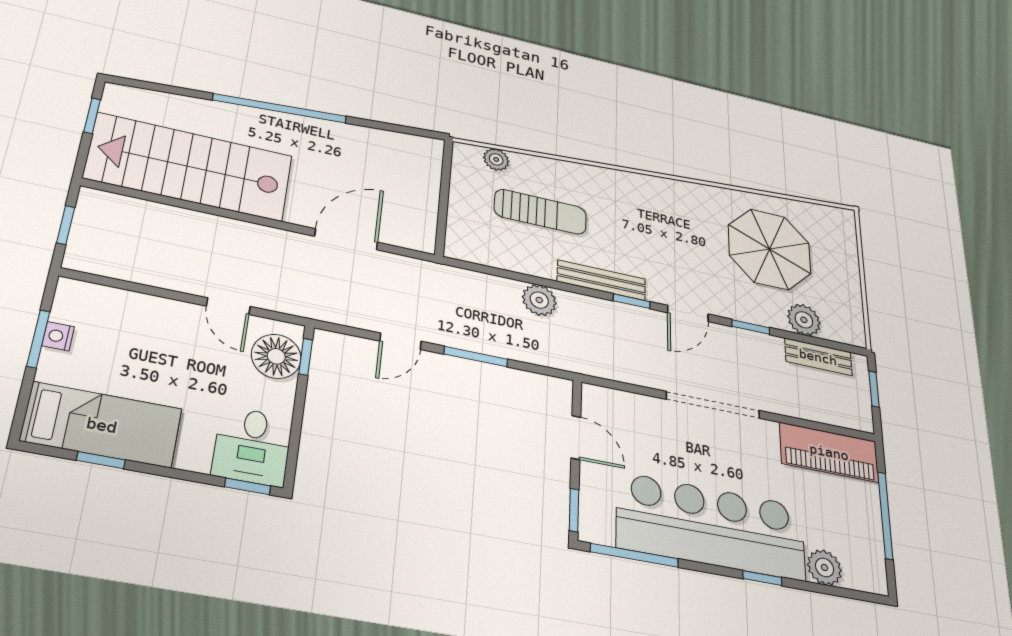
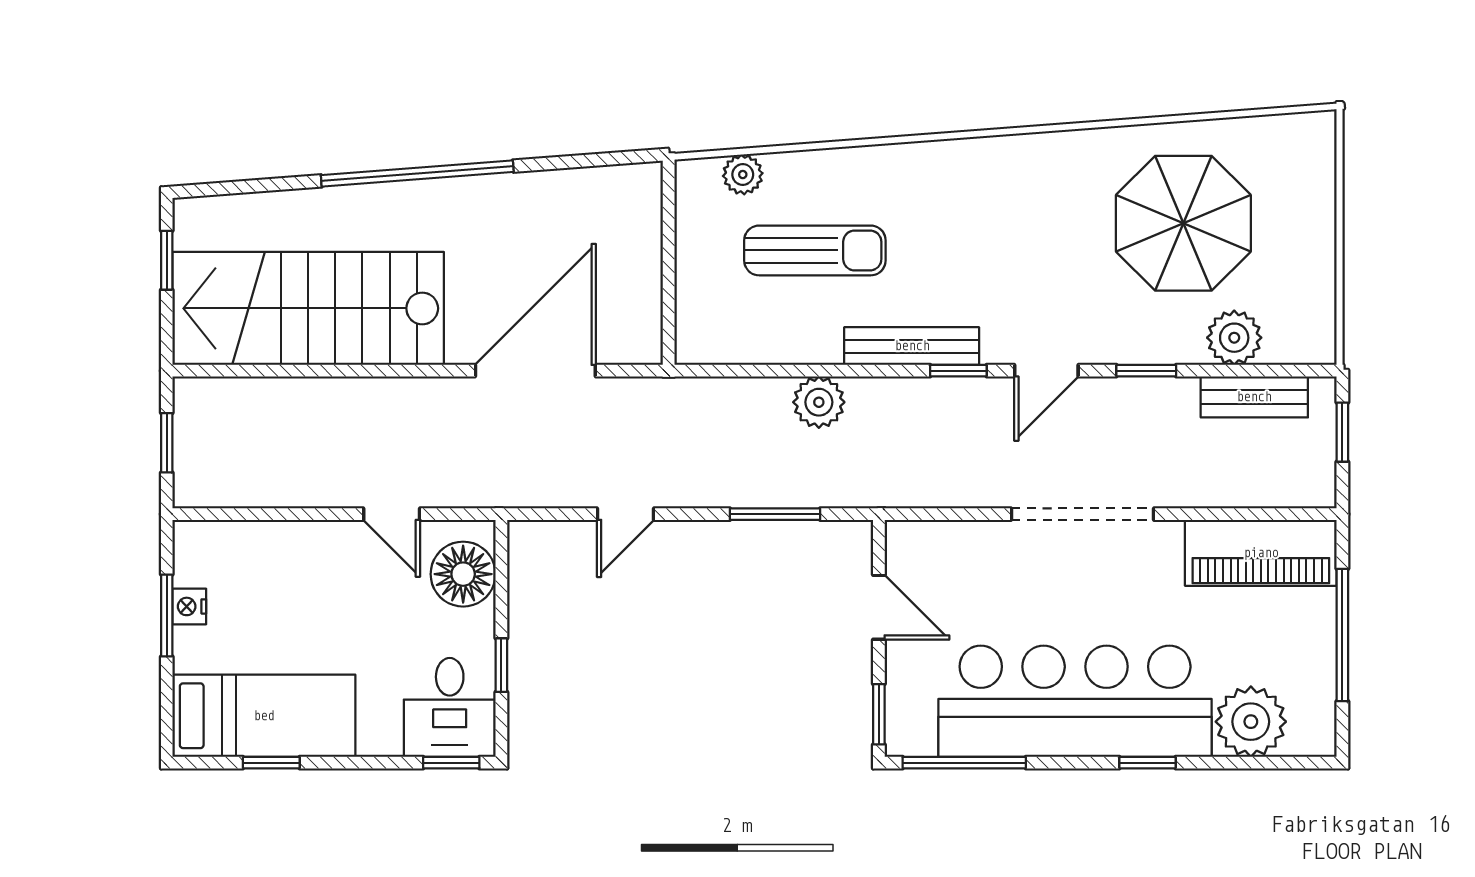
door: (346, 239) -> (535, 371), width x1.36
window: (306, 357) -> (501, 665), moved
window: (476, 357) -> (775, 514), moved
plant: (825, 567) -> (1251, 722), width x1.36, depth x1.36

